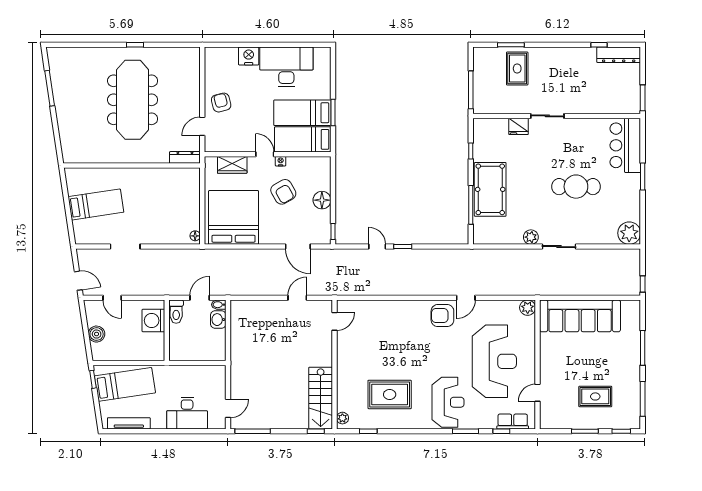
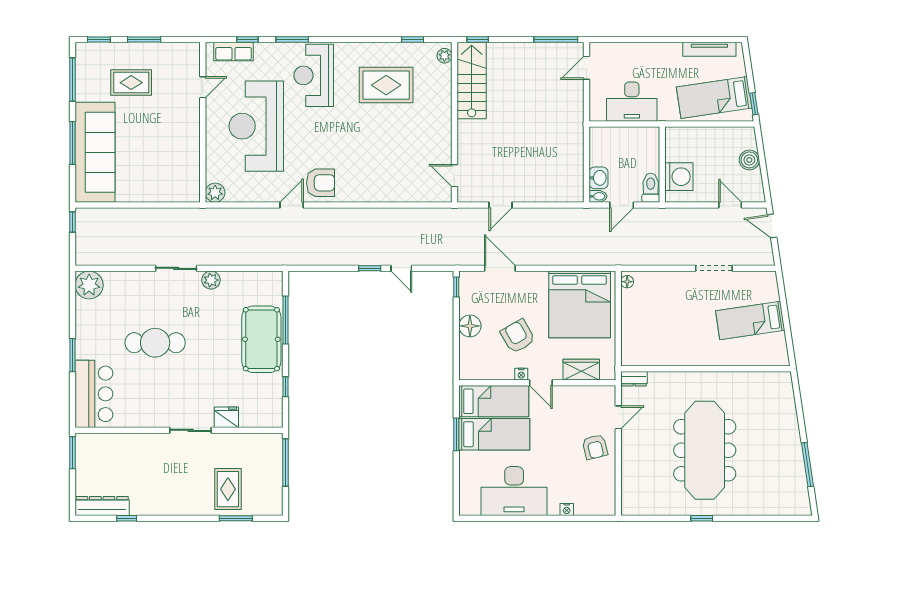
nightstand: (249, 56) -> (567, 509), width x0.53, depth x0.56
dresser: (185, 157) -> (634, 379), width x0.70
sofa: (580, 316) -> (95, 152), moved, turned 90
door: (334, 321) -> (454, 176), hinge flipped
desk: (187, 413) -> (632, 102), moved, turned 180

